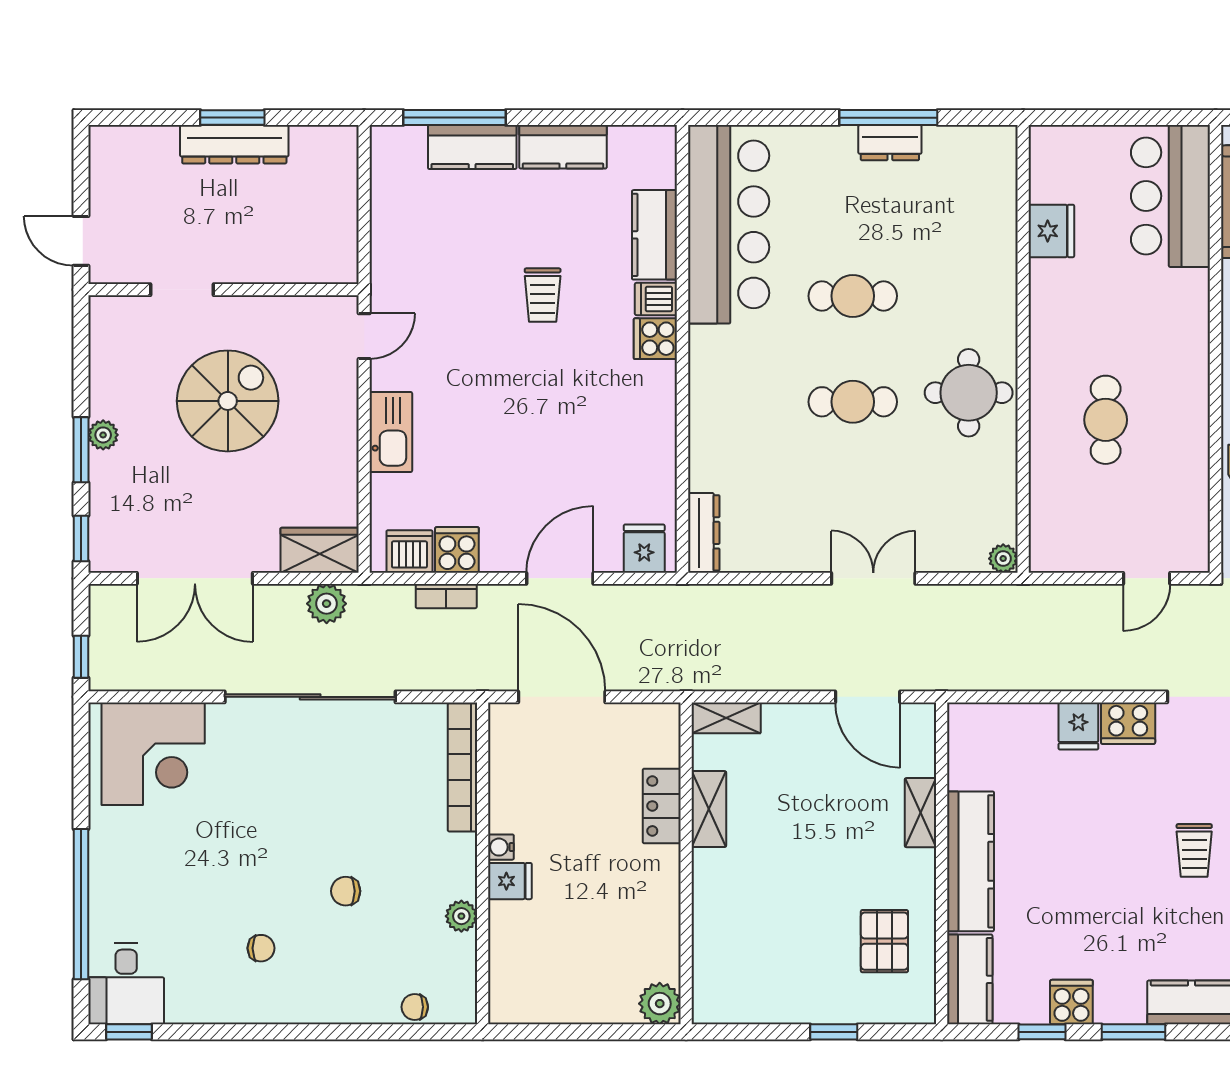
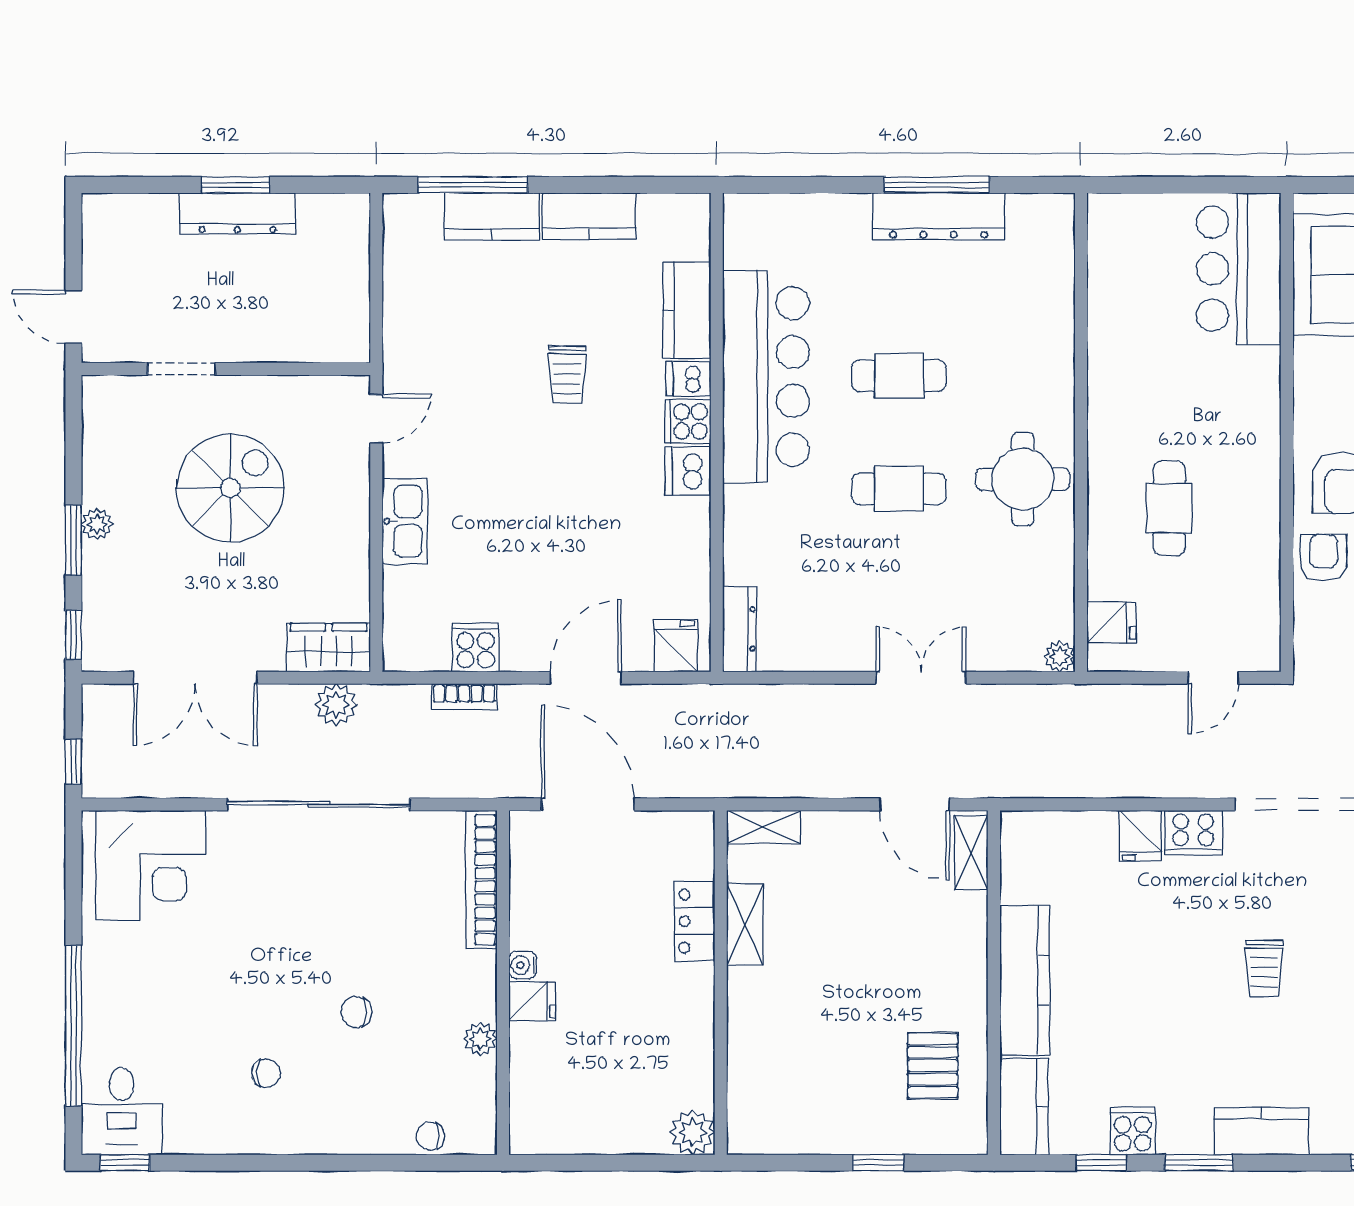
dresser: (890, 143) -> (939, 216), width x1.96, depth x1.24
bar counter: (729, 224) -> (766, 377), moved
fridge: (1051, 231) -> (1111, 623), moved, width x0.72
dishwasher: (409, 551) -> (688, 471), moved, turned -90
shelving: (920, 813) -> (971, 853), moved

